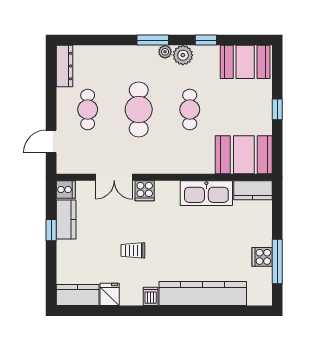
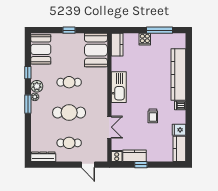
cooker: (145, 191) -> (117, 109), removed
kitchen sink: (206, 193) -> (119, 87), moved
cooker: (262, 257) -> (145, 39), moved

